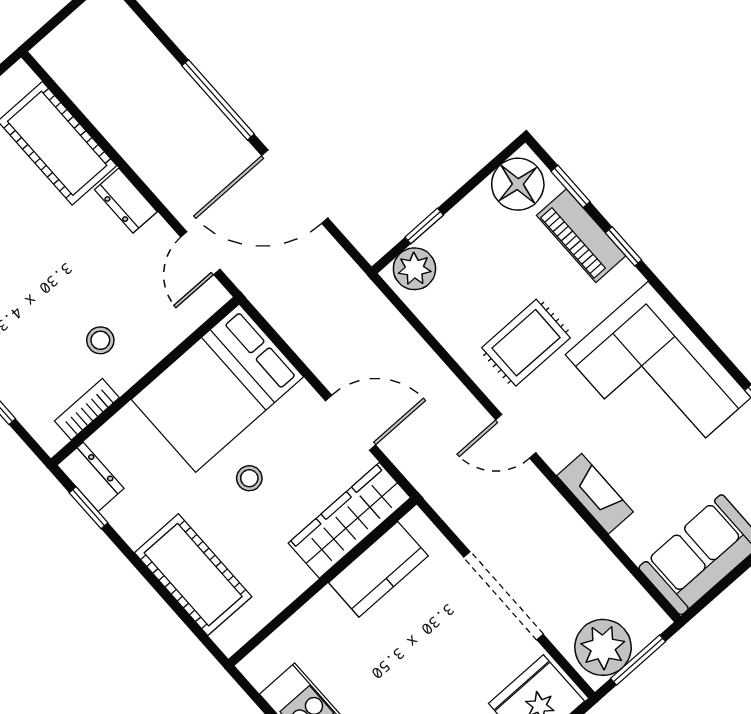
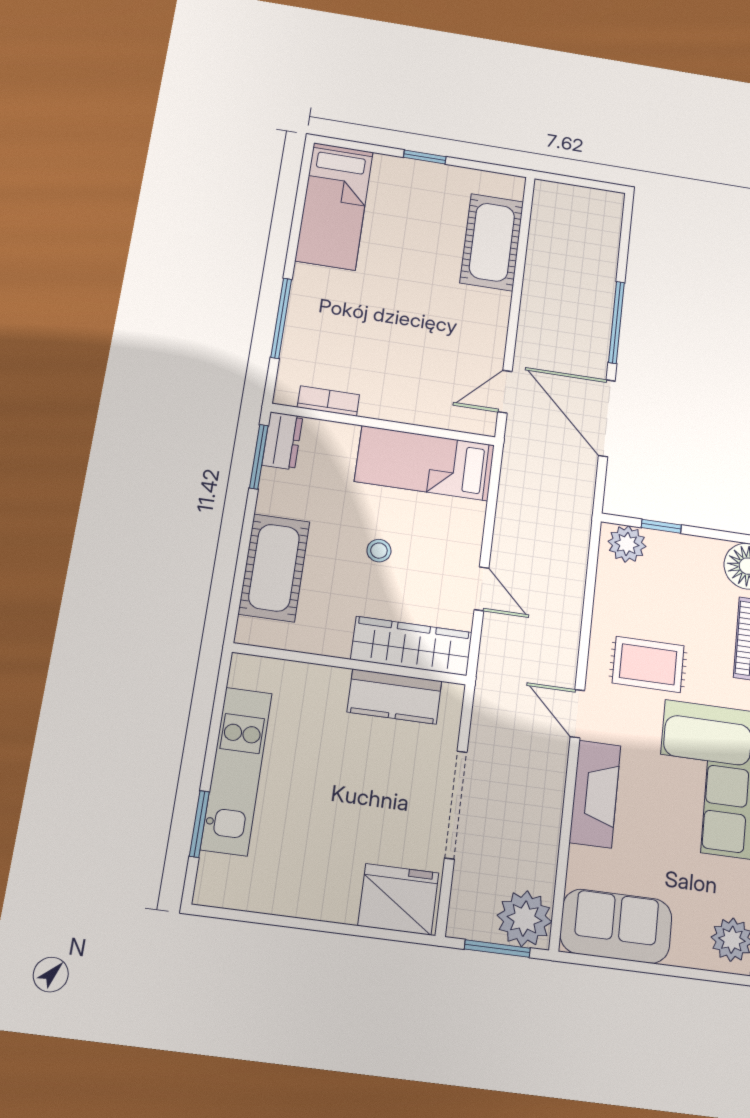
dresser: (126, 201) -> (495, 315), removed
stool: (100, 340) -> (385, 373), removed
bed: (217, 388) -> (425, 463), width x0.67
door: (351, 423) -> (481, 589), width x0.73
fireplace: (595, 494) -> (595, 794), width x1.37, depth x1.32
window: (89, 508) -> (259, 457), width x1.50
plant: (603, 647) -> (524, 919), moved

